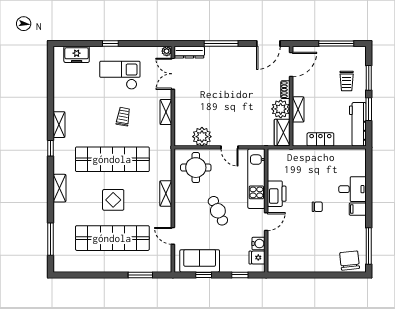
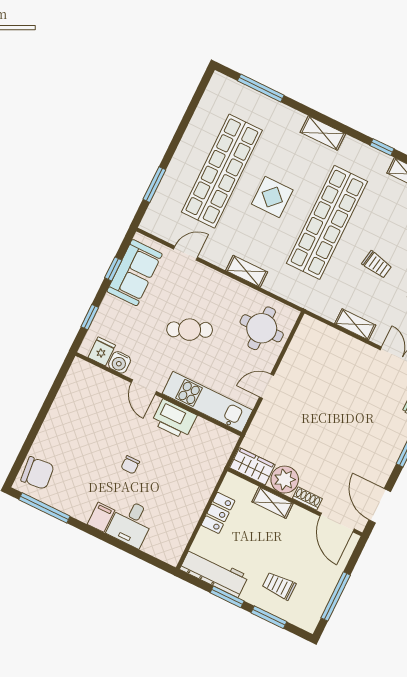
plant: (202, 137) -> (299, 357), removed

